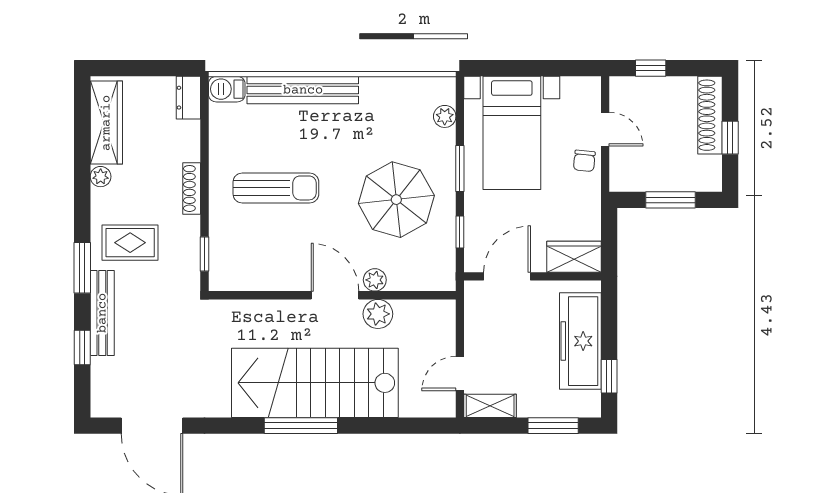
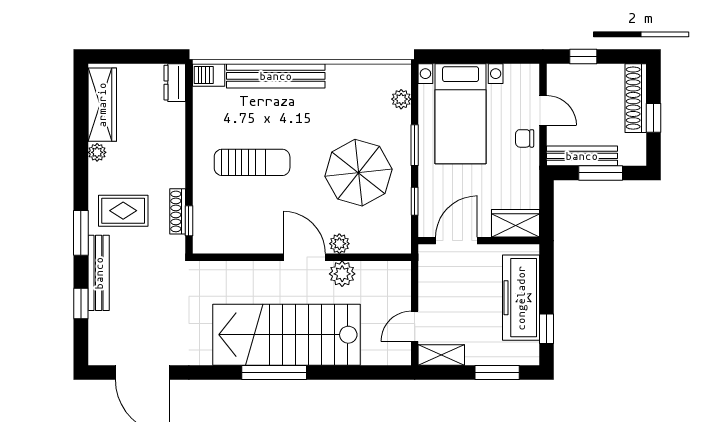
chair: (584, 161) -> (525, 138), turned 84
bench: (649, 181) -> (582, 156), added
shoe rack: (192, 188) -> (178, 211), moved

